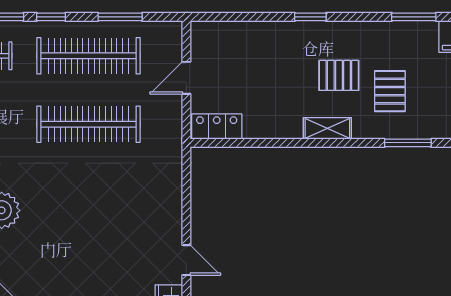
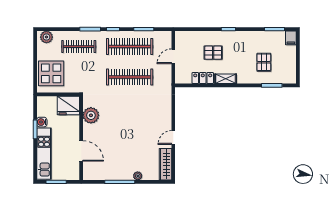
pallet: (339, 75) -> (213, 53), moved
locker: (217, 126) -> (203, 78), moved
shelving: (327, 128) -> (226, 79), moved
door: (186, 260) -> (173, 137), swing flipped

